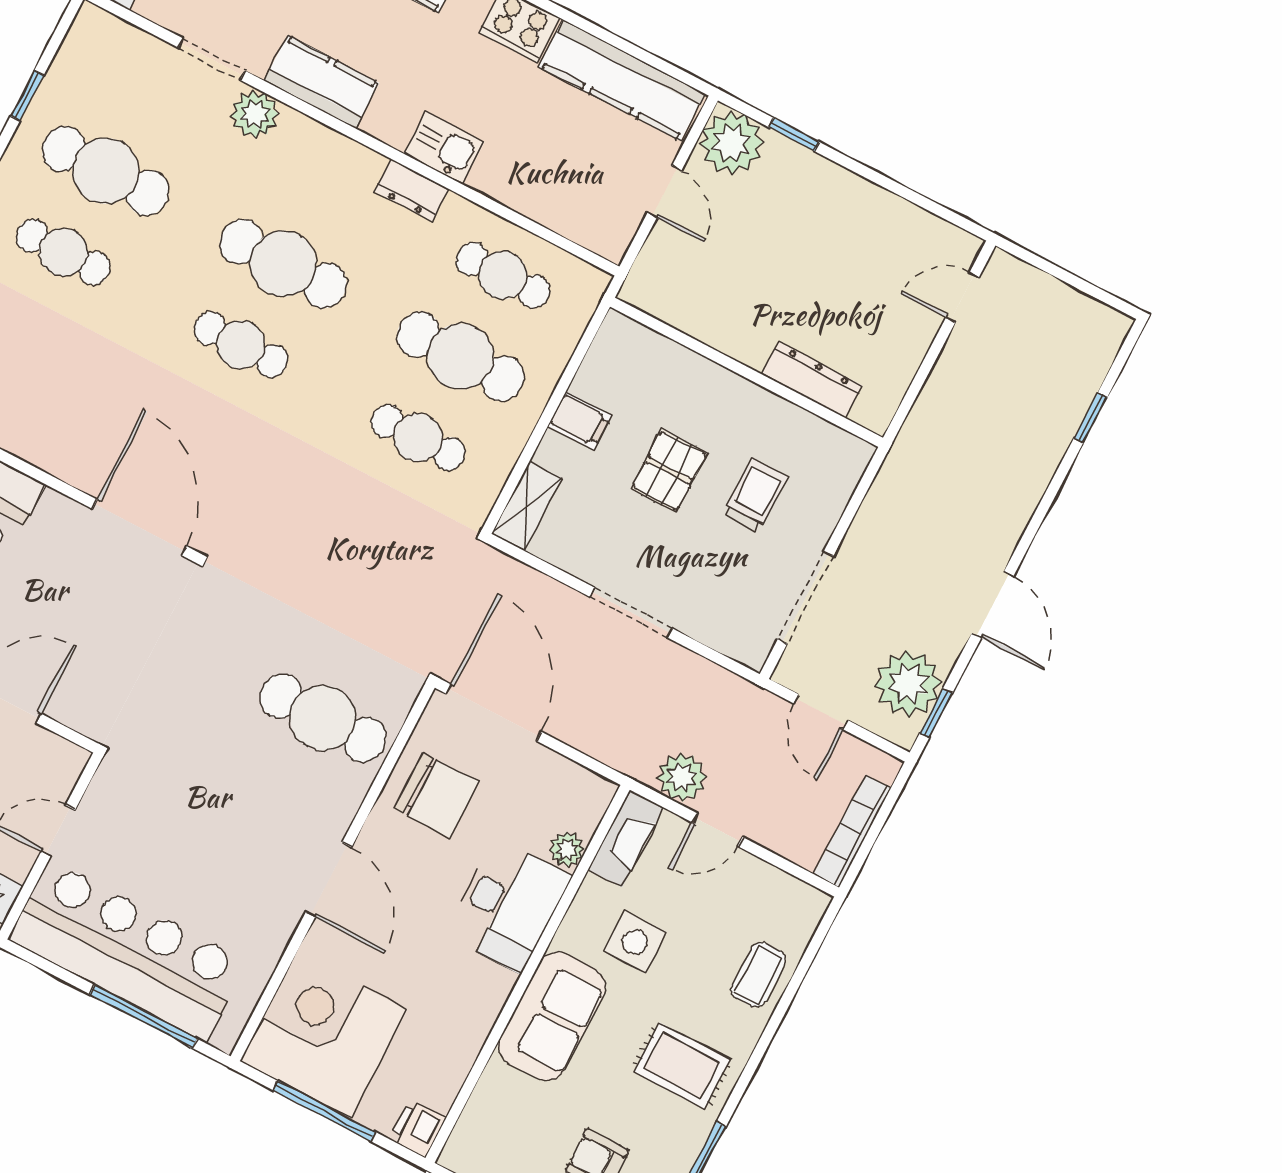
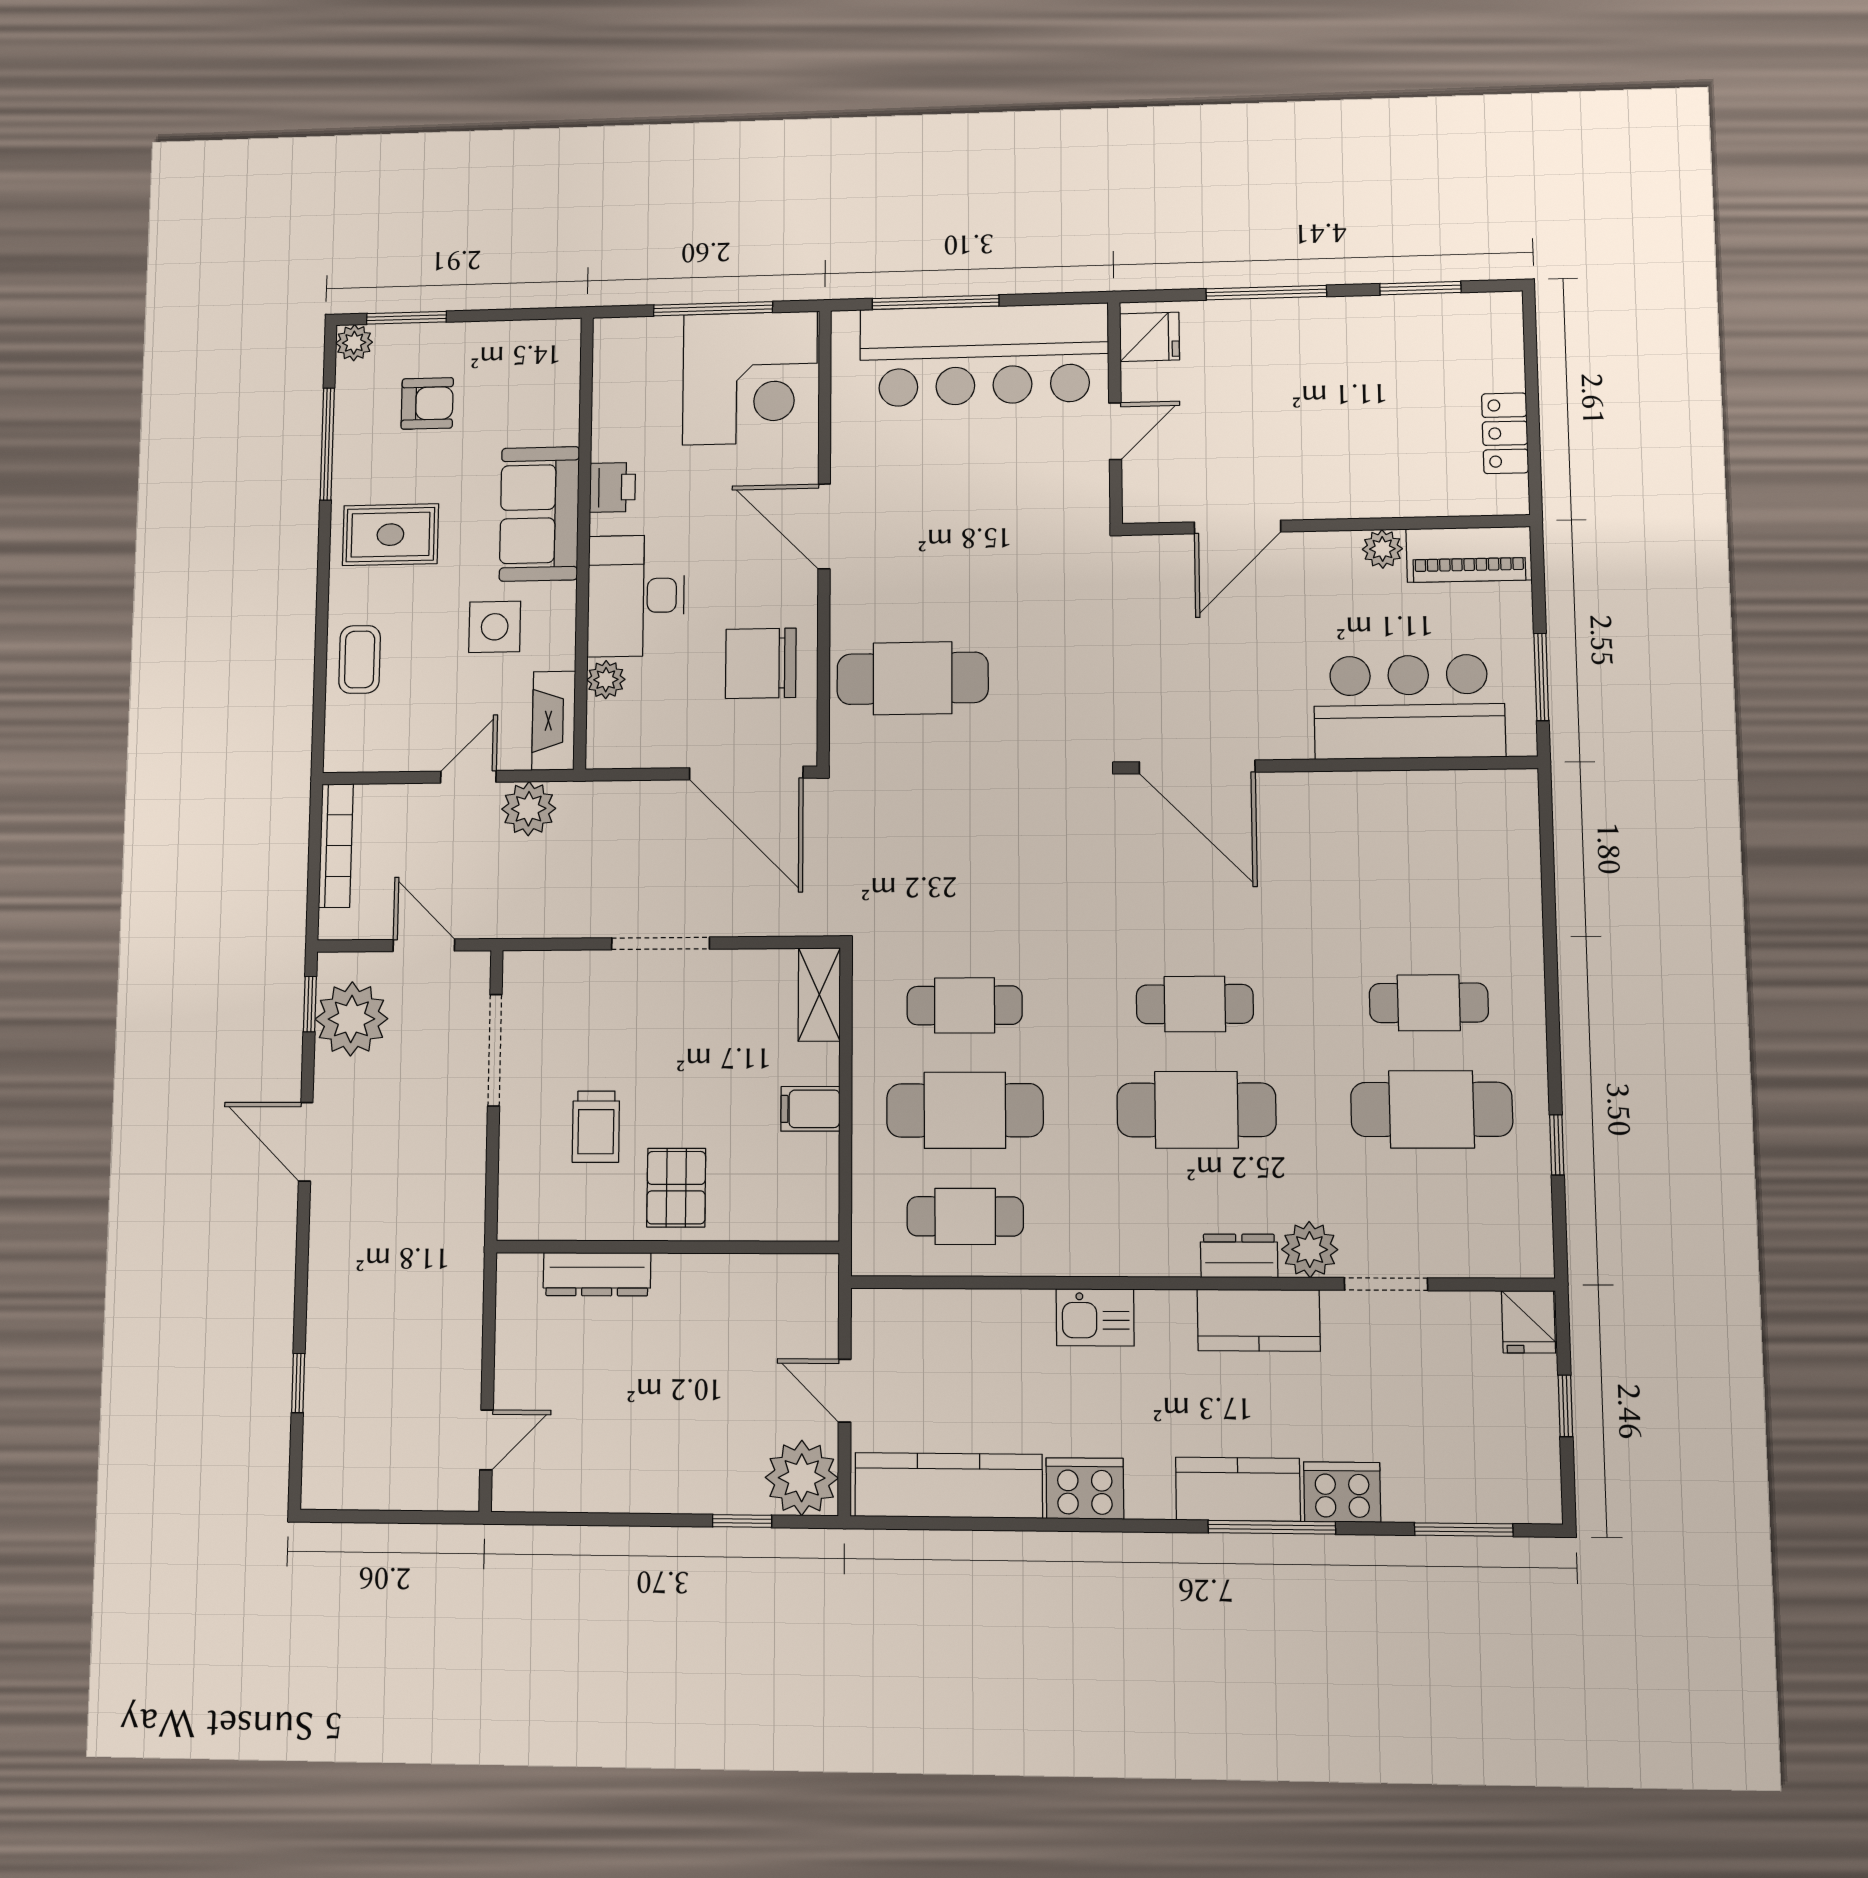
dresser: (412, 190) -> (1239, 1256), moved
pallet: (669, 471) -> (676, 1188), moved
printer: (418, 1128) -> (612, 487), moved

